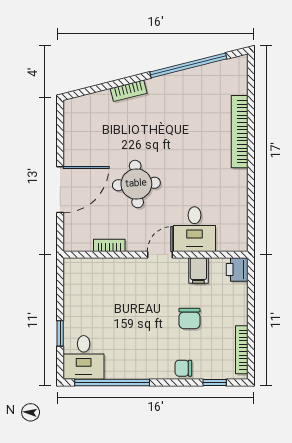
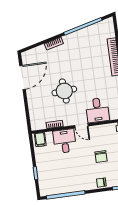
door: (60, 190) -> (23, 77), moved
door: (160, 255) -> (81, 126), swing flipped
filing cabinet: (198, 271) -> (40, 140), moved
desk: (84, 357) -> (65, 141), moved, turned 180

